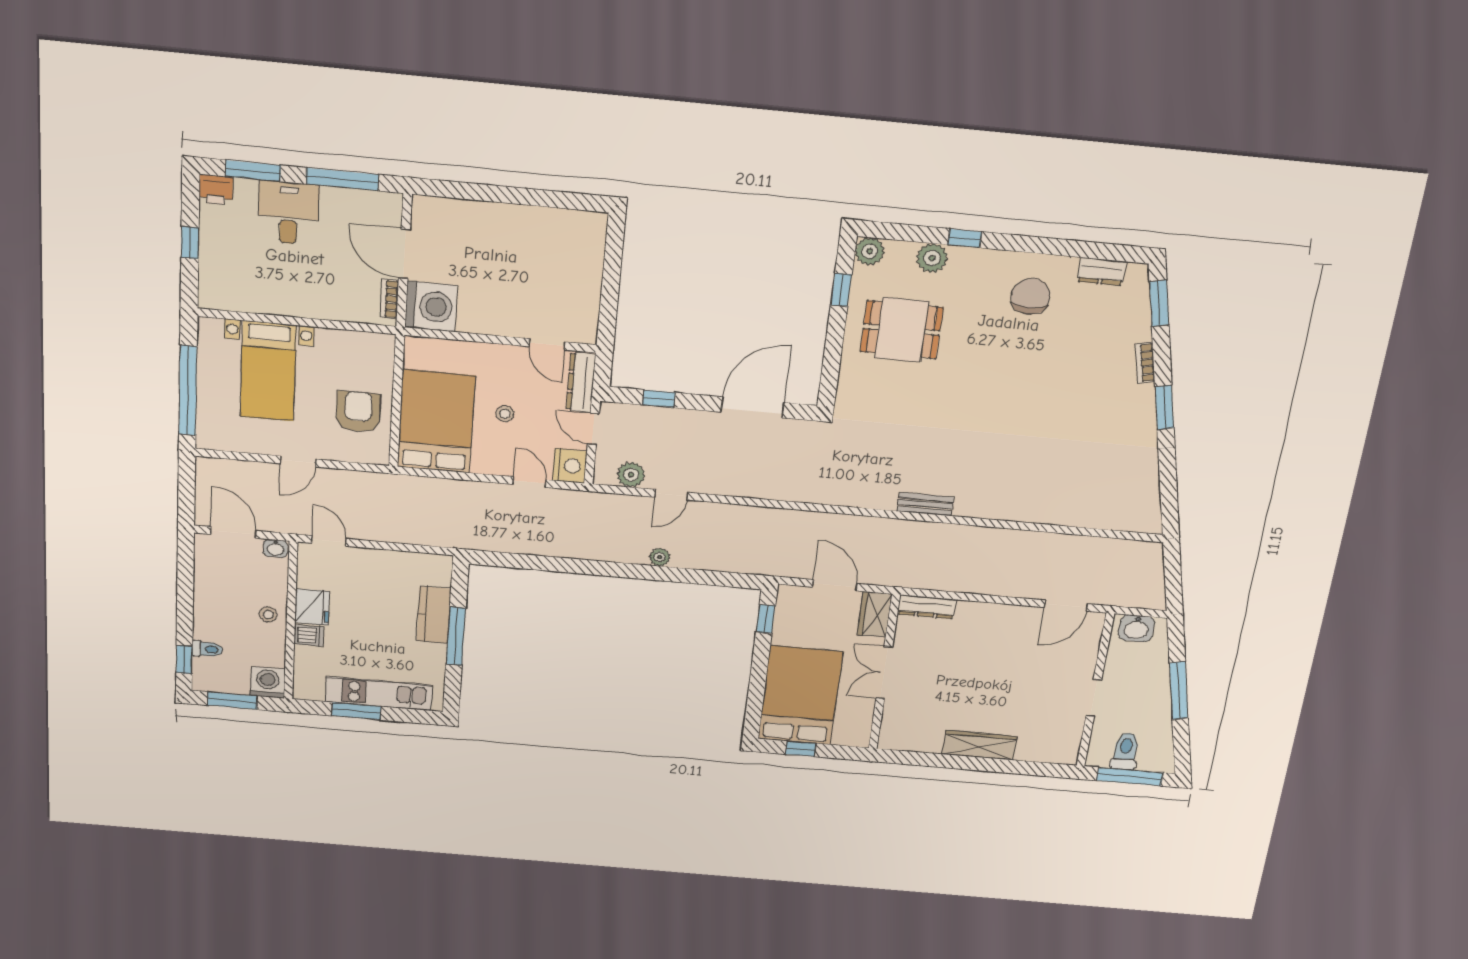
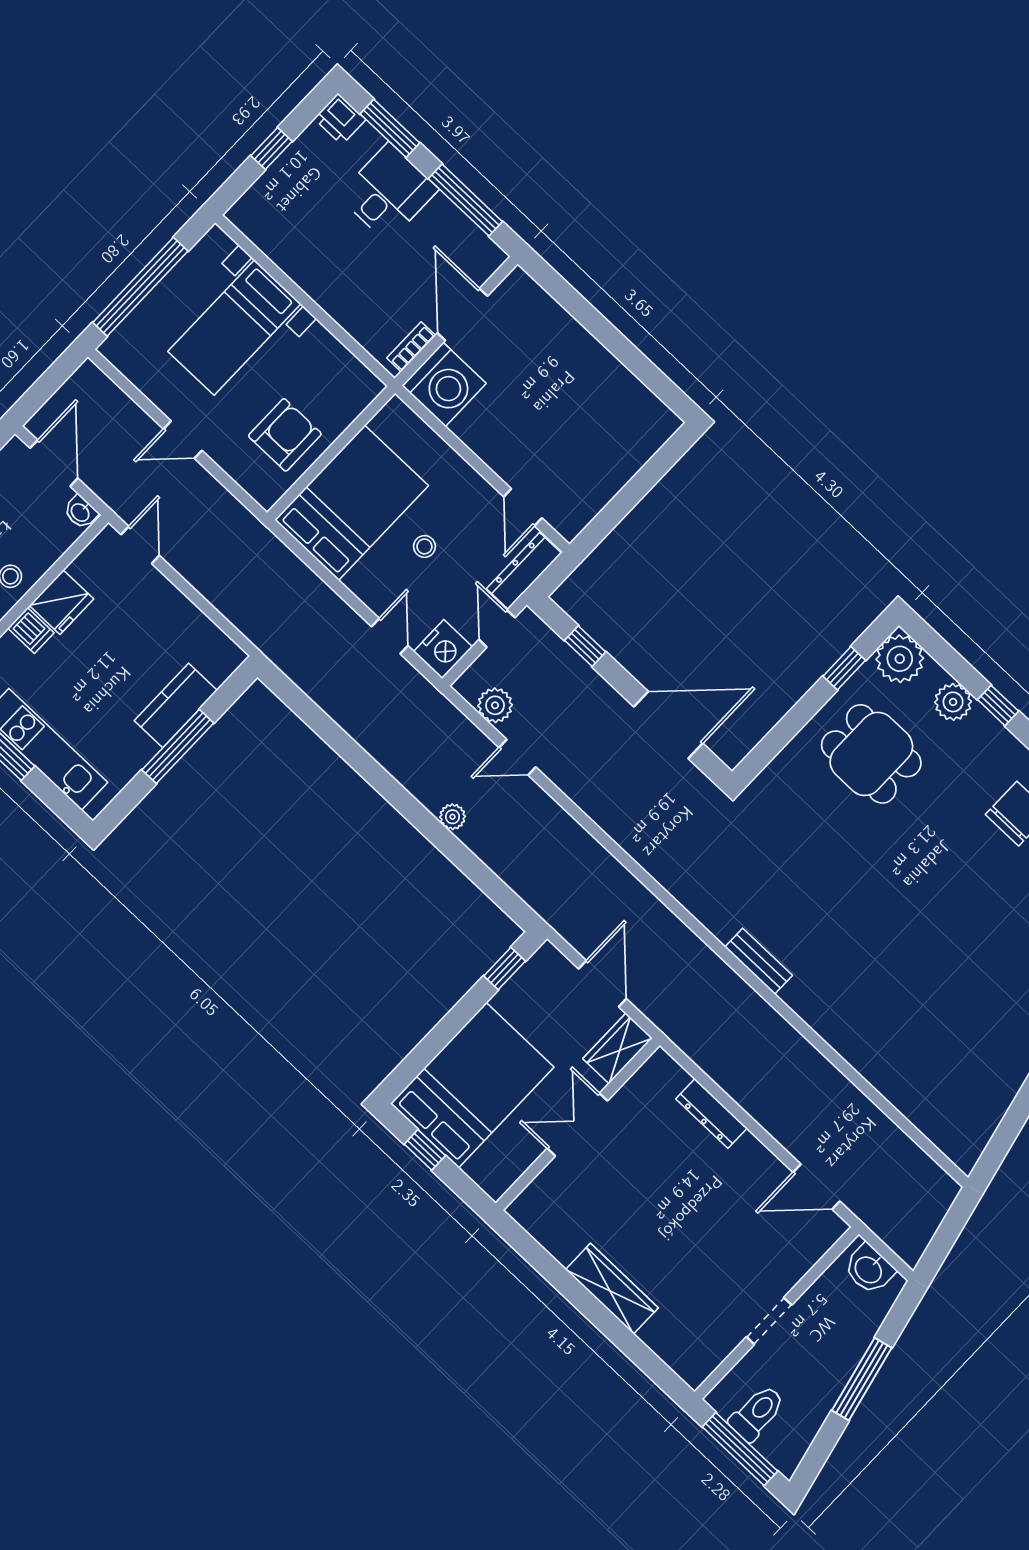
plant: (870, 251) -> (900, 659), width x1.36, depth x1.36
dresser: (927, 607) -> (711, 1113), moved

